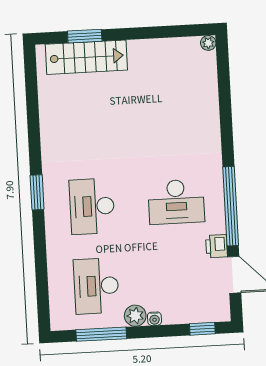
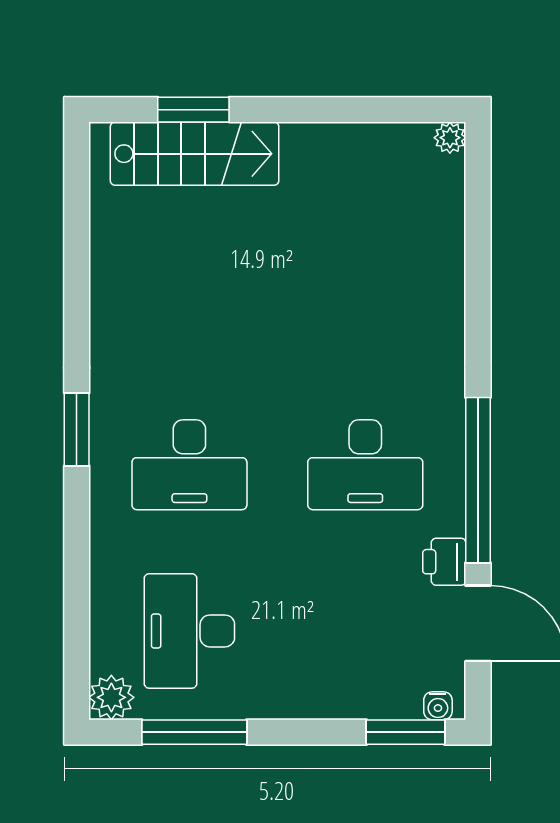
desk: (92, 206) -> (189, 465), turned -90
plant: (135, 316) -> (111, 697), moved
water cooler: (154, 319) -> (438, 706), moved
window: (202, 329) -> (406, 732), width x1.50

